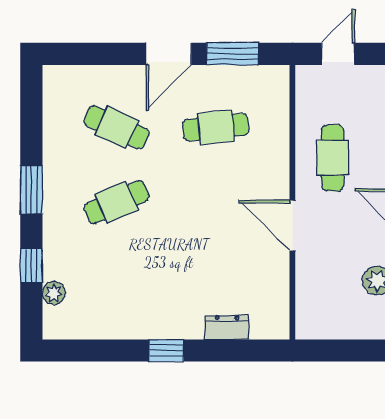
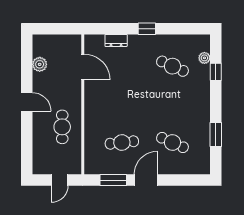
window: (31, 190) -> (216, 134), moved
cafe table: (116, 202) -> (172, 66), moved, turned 48
door: (292, 226) -> (83, 67), moved

